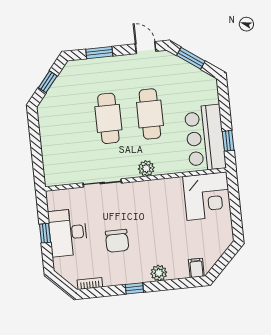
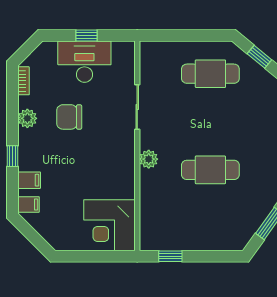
cafe table: (108, 118) -> (210, 74), moved
bar counter: (205, 138) -> (176, 230), removed
filing cabinet: (175, 270) -> (29, 180), added
plant: (159, 273) -> (27, 118), moved
window: (134, 288) -> (13, 156), moved

